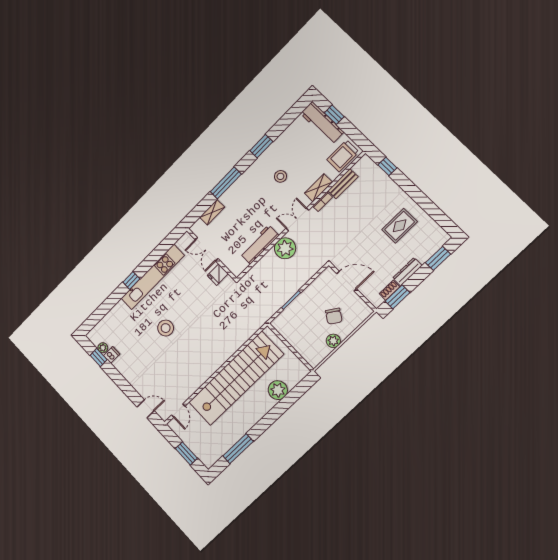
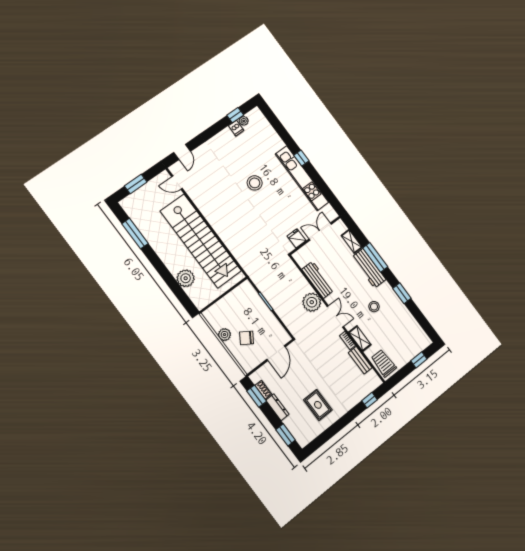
workbench: (322, 123) -> (369, 268), moved, turned -90

